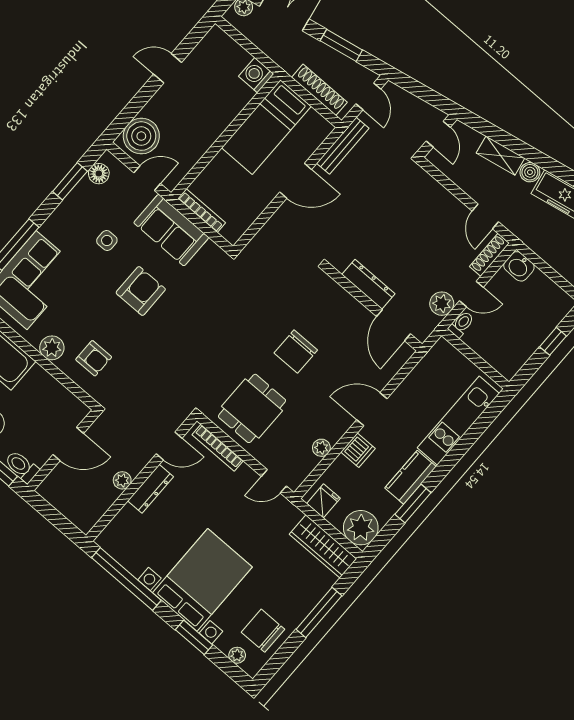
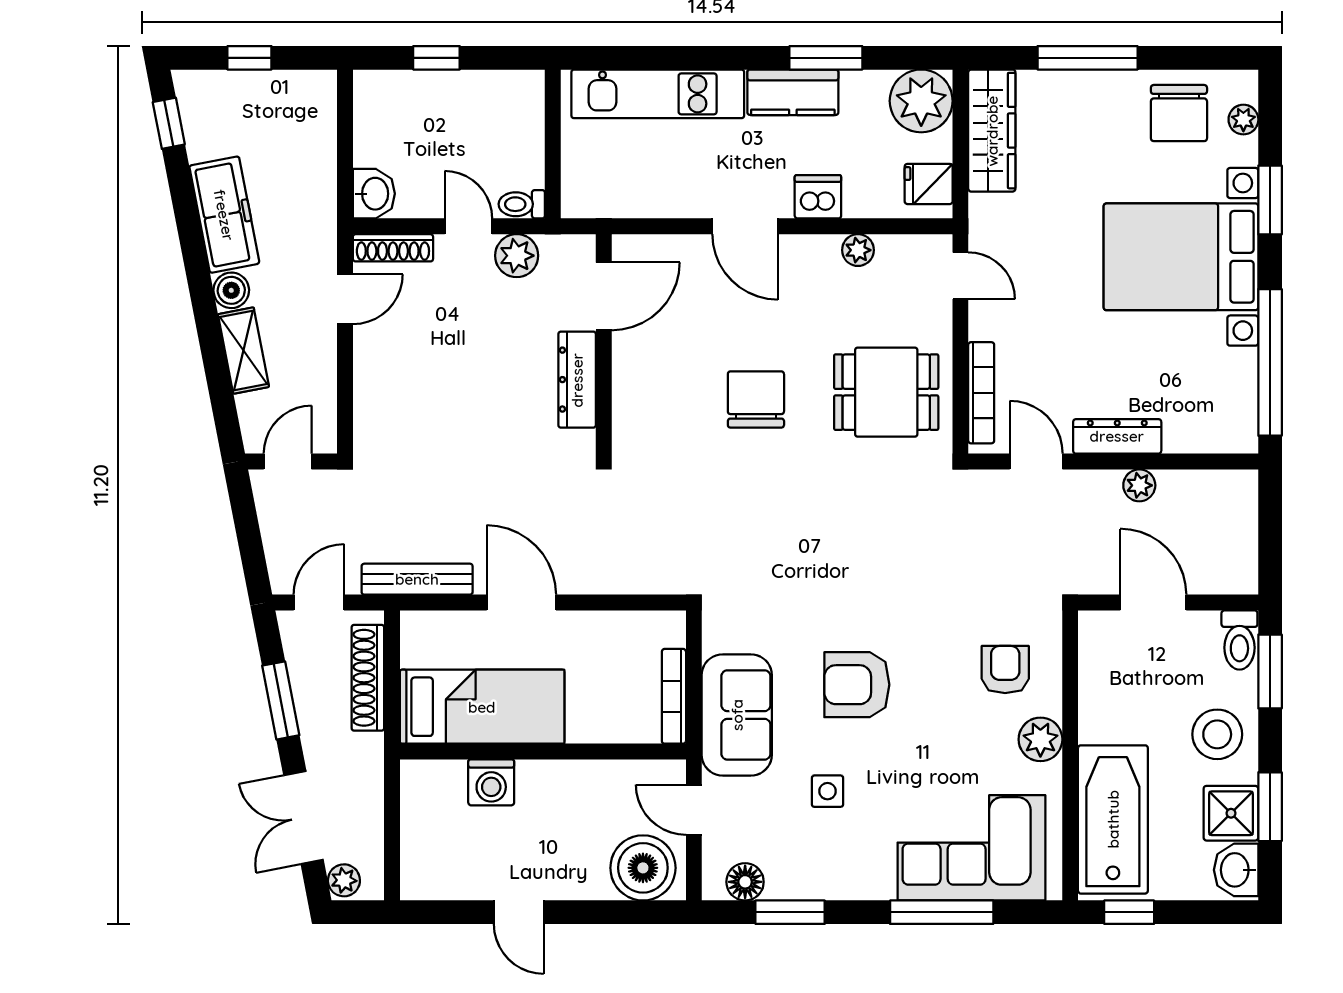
washing machine: (256, 75) -> (491, 782), moved
chair: (296, 352) -> (756, 399), turned -90

